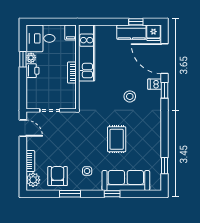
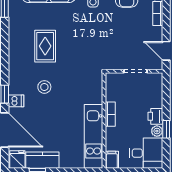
rug: (117, 139) -> (45, 46), moved

